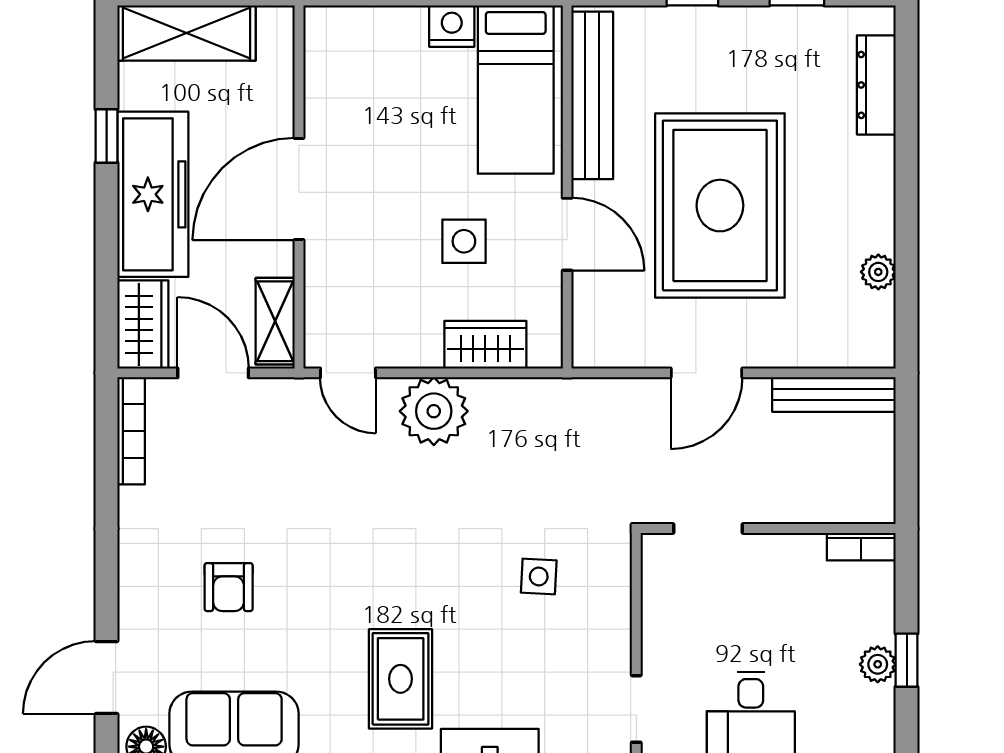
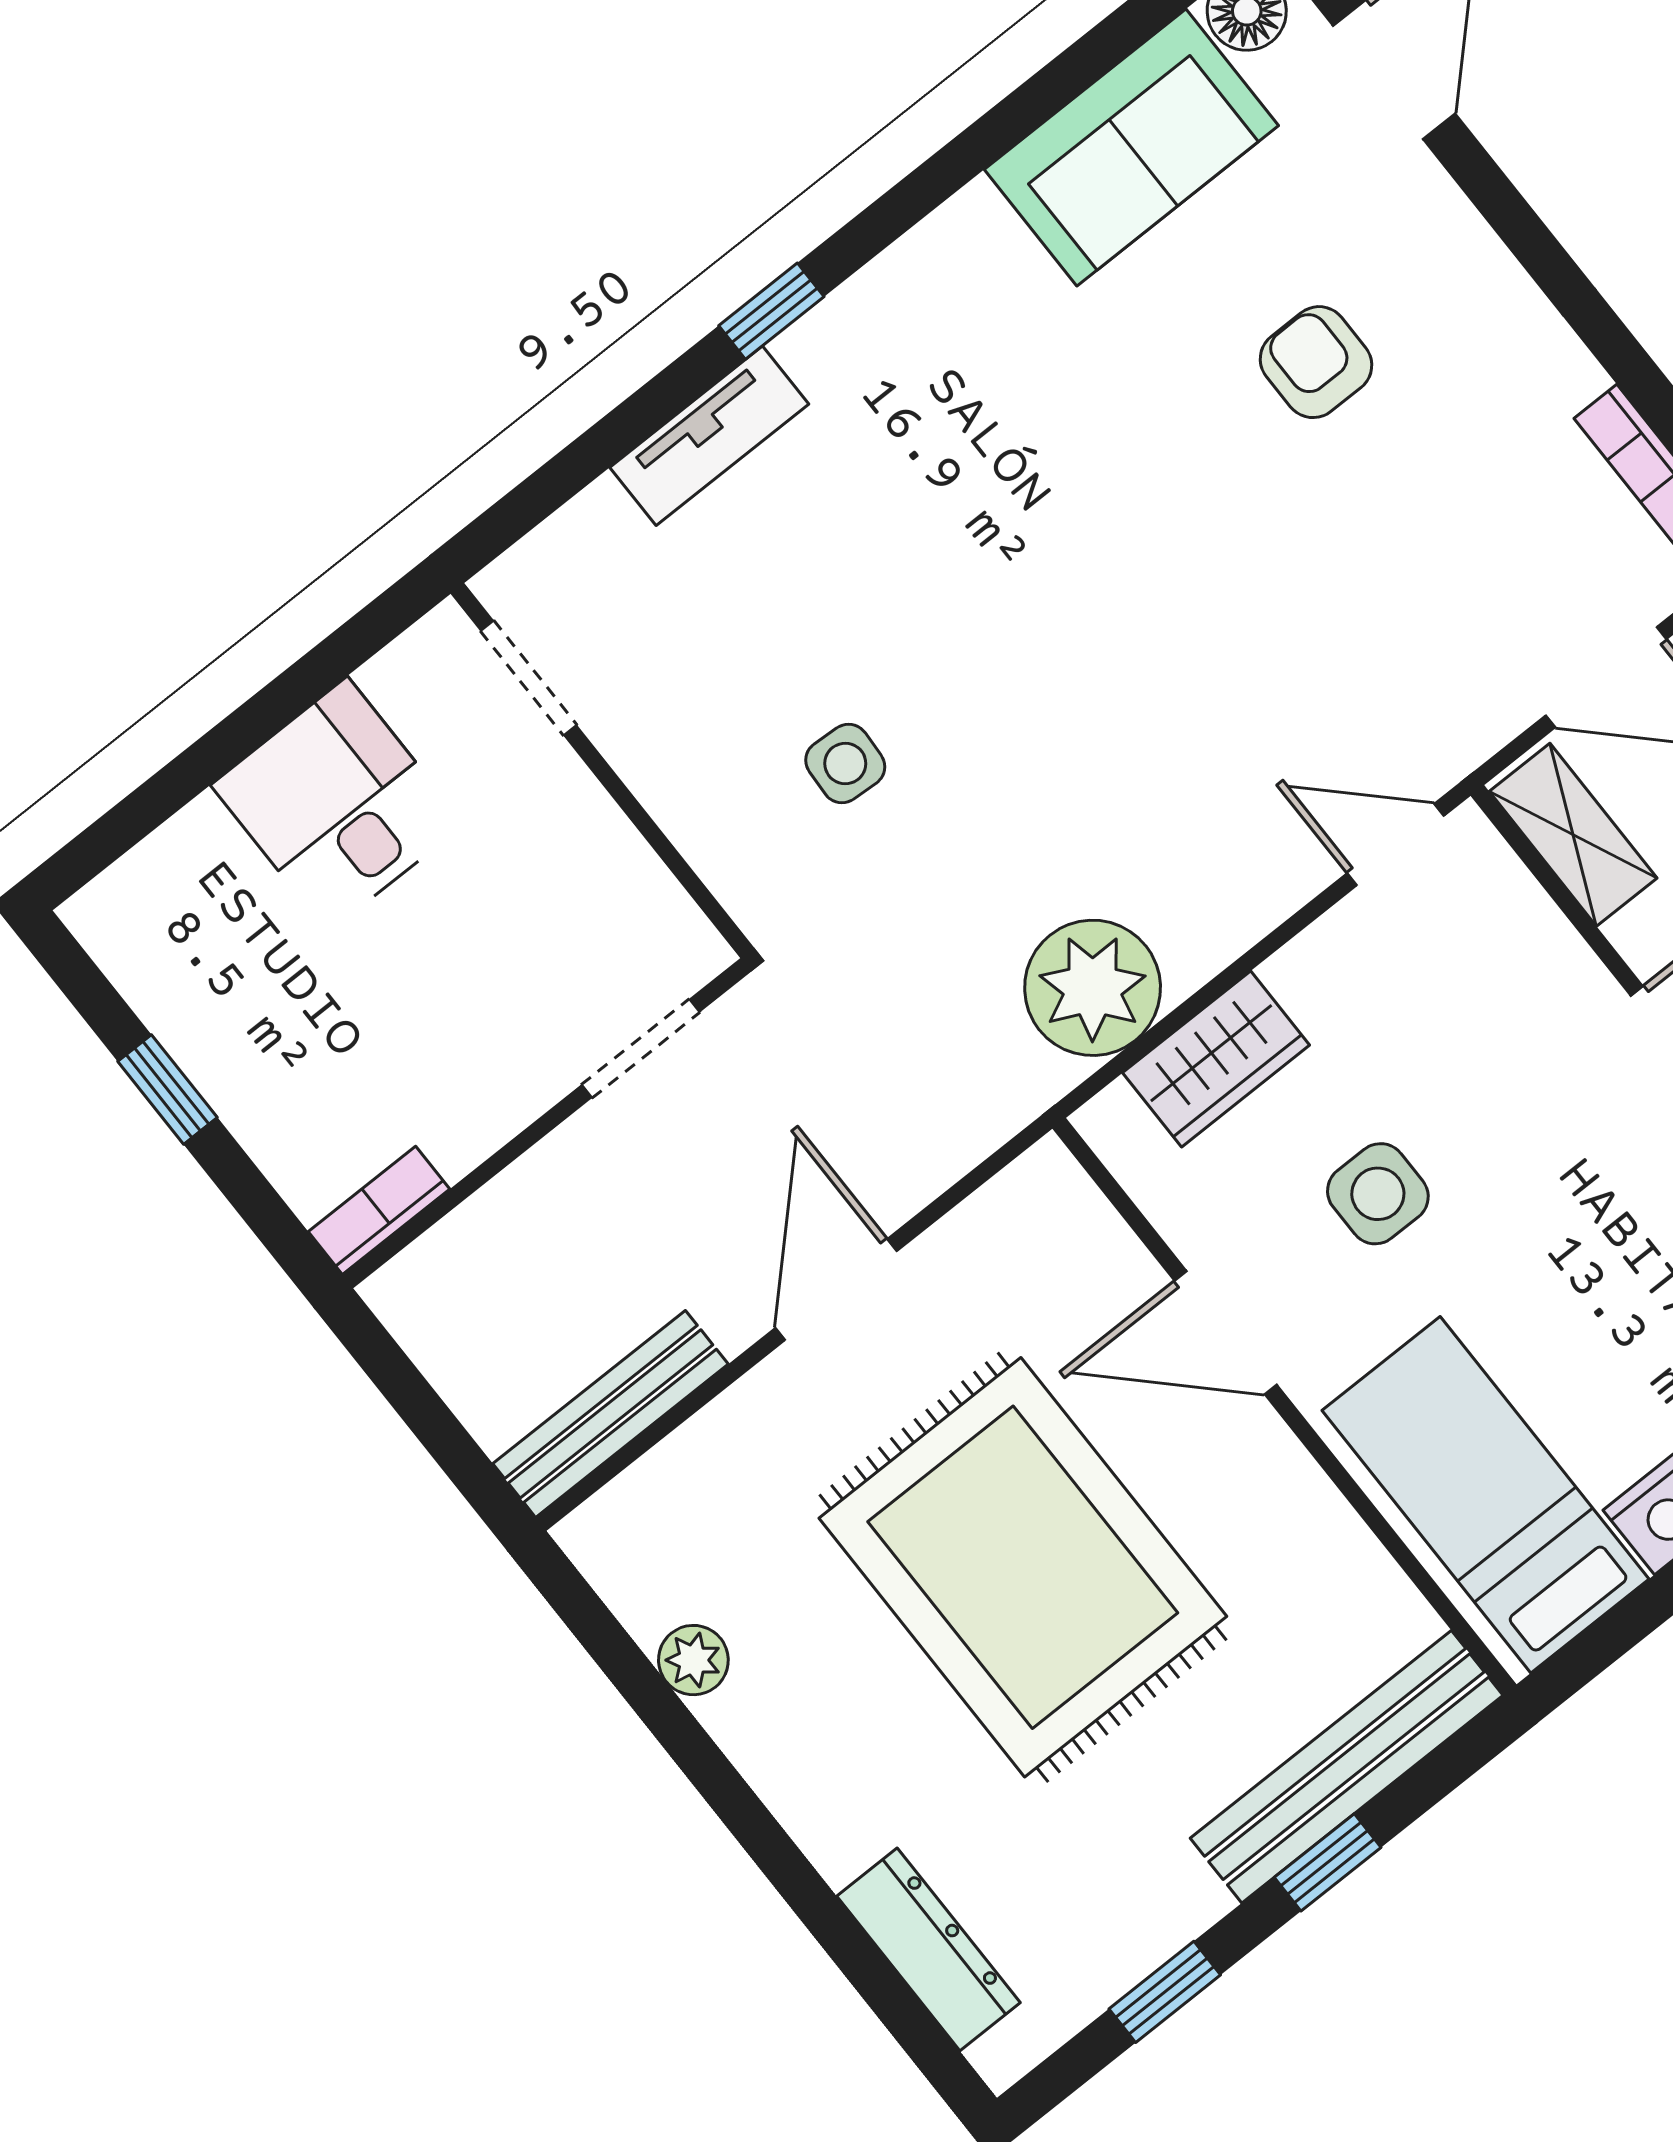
bench: (592, 95) -> (1347, 1767), moved, turned 90
plant: (434, 411) -> (1093, 988), moved
plant: (878, 664) -> (207, 1047), removed
rug: (401, 679) -> (934, 432), removed

